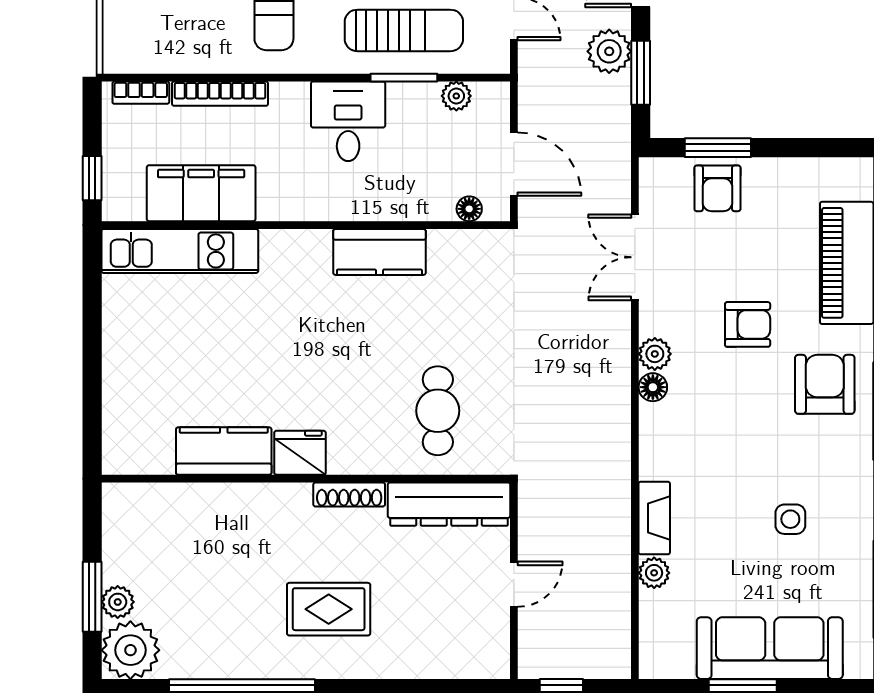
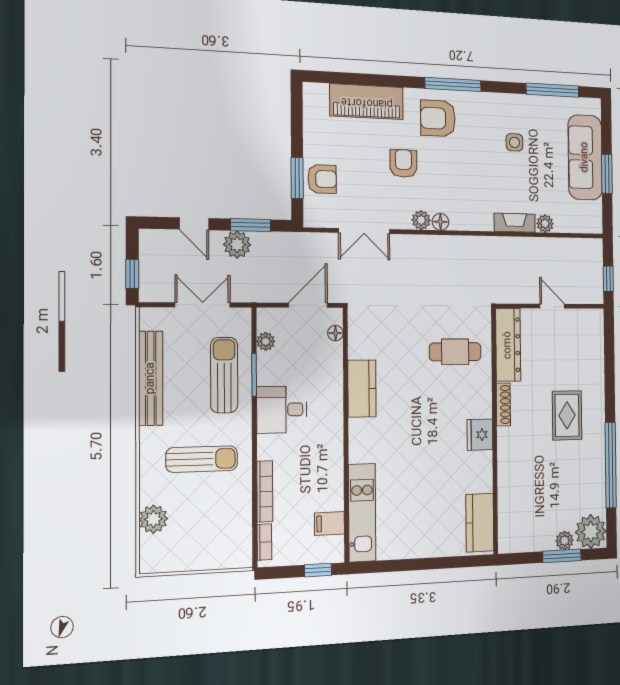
filing cabinet: (201, 193) -> (329, 523), width x0.33, depth x0.86
kitchen counter: (224, 451) -> (480, 523), moved

